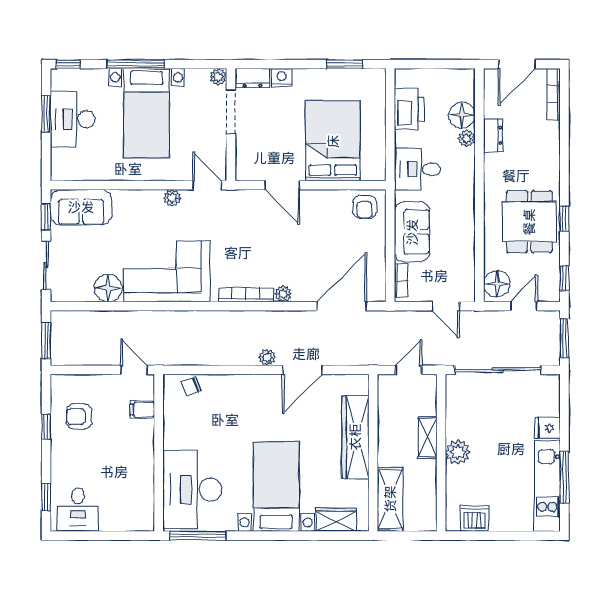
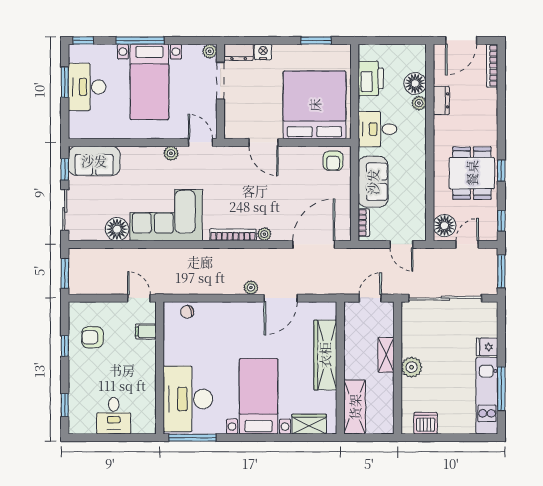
bed: (333, 141) -> (315, 105), width x1.36
desk: (78, 510) -> (114, 416), moved

